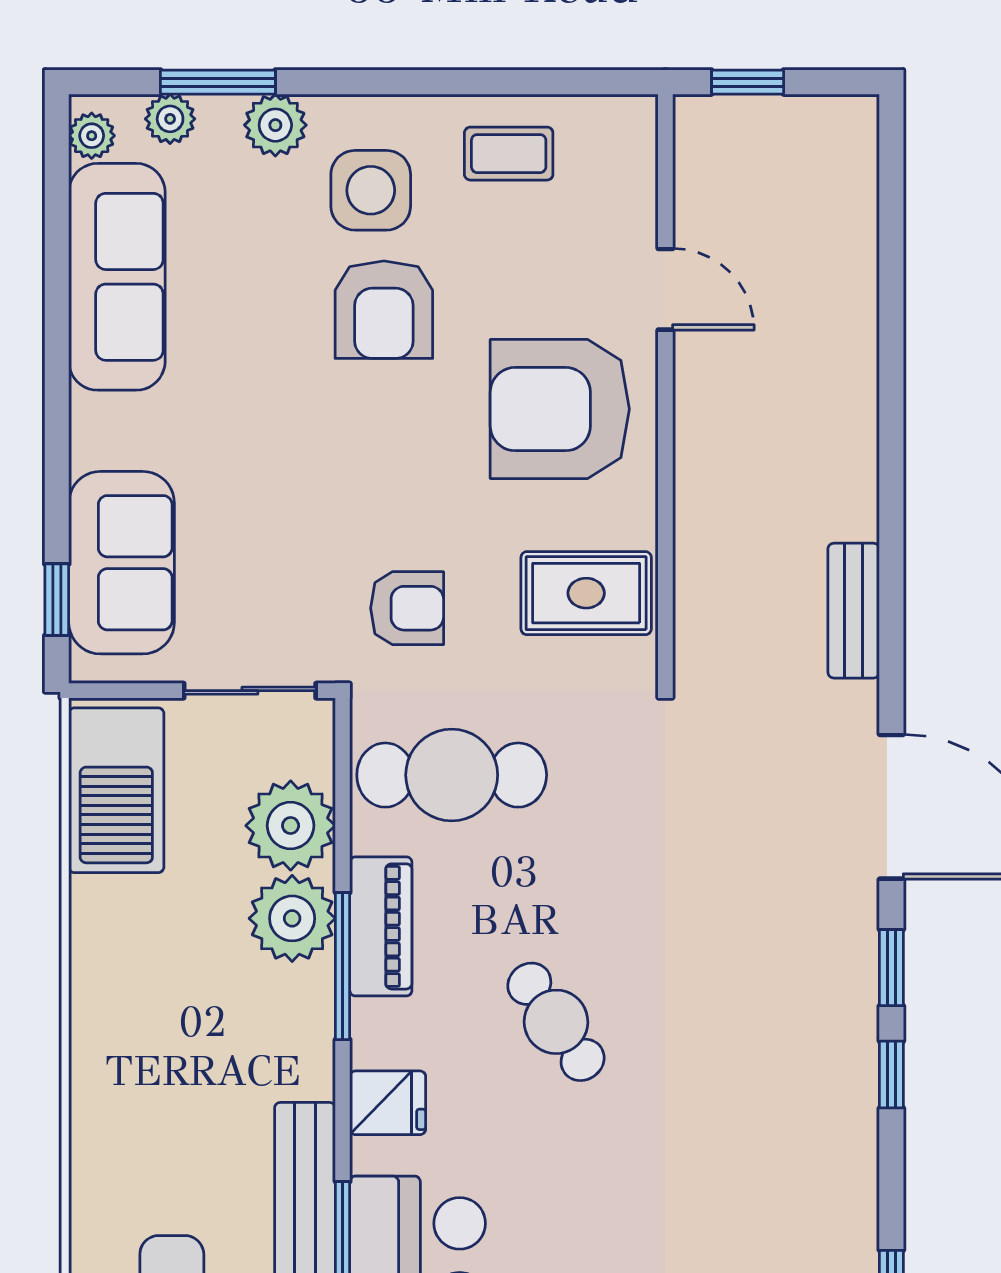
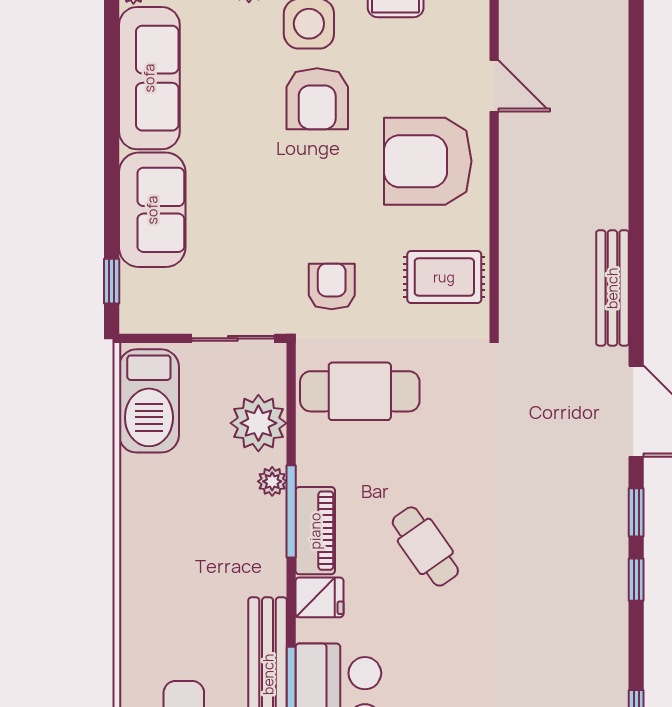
sofa: (122, 563) -> (152, 210), moved
armchair: (407, 608) -> (332, 286), turned -90
bench: (854, 611) -> (612, 288), width x1.36
plant: (292, 918) -> (272, 481), width x0.53, depth x0.53
piano: (381, 926) -> (315, 531), moved

